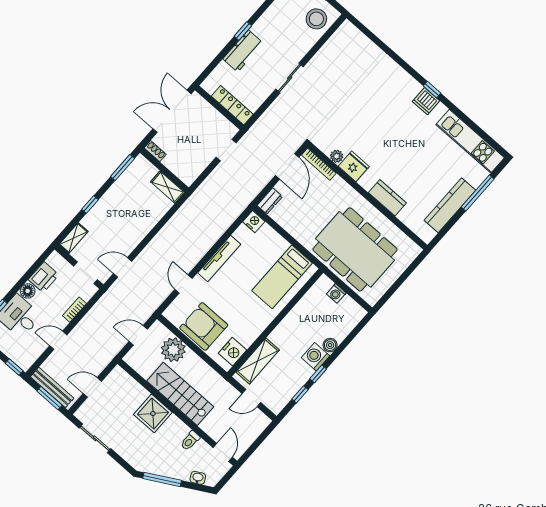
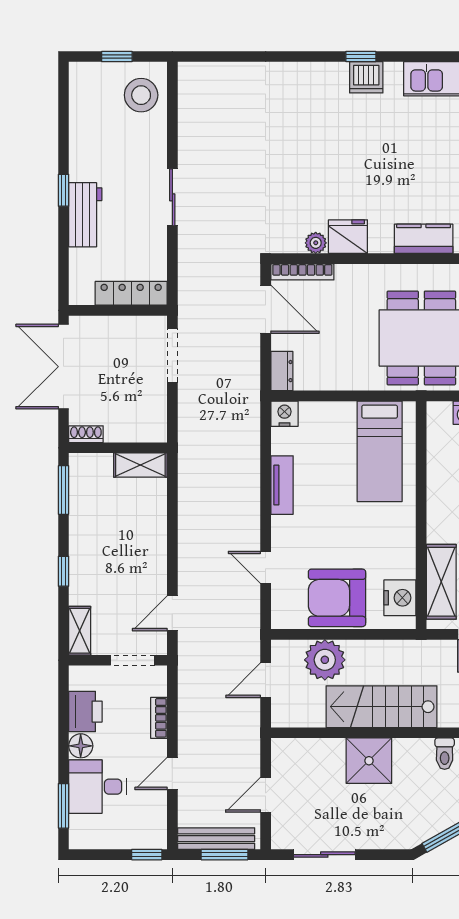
doorway: (226, 150) -> (172, 356), width x1.38
tv unit: (219, 258) -> (282, 485), width x0.71

